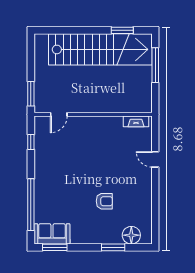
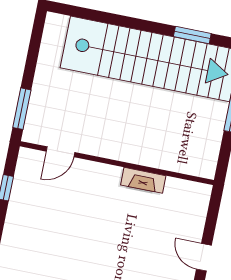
fireplace: (136, 121) -> (143, 180), moved

